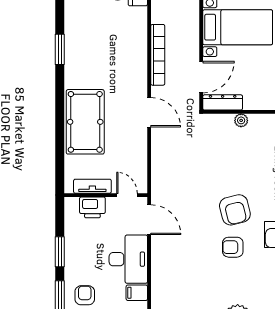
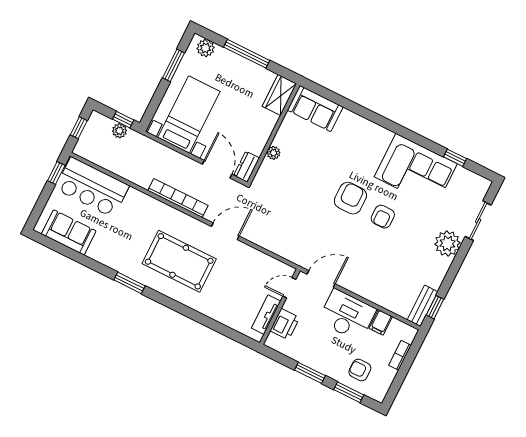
dresser: (223, 102) -> (247, 167), width x0.70
pool table: (85, 122) -> (179, 261), moved
armchair: (235, 210) -> (350, 198), turned -76

